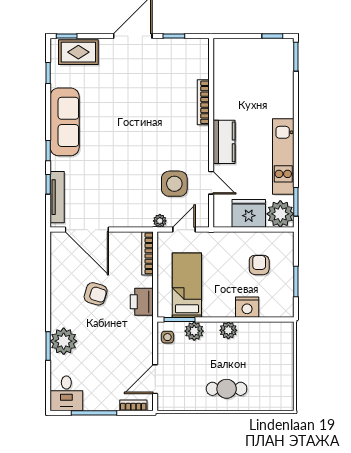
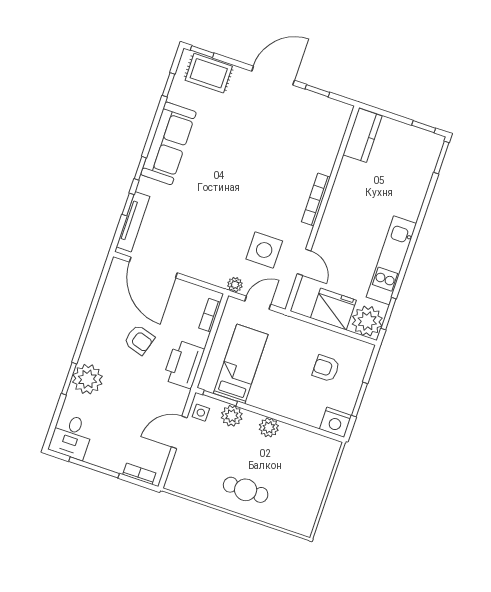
bookcase: (203, 102) -> (316, 199), moved
kitchen counter: (224, 142) -> (363, 135), moved
bookcase: (147, 253) -> (210, 315), width x0.64
armchair: (259, 265) -> (326, 368), turned -90
printer: (142, 302) -> (184, 364), width x1.37, depth x1.19
nightstand: (247, 307) -> (336, 422), moved
door: (155, 379) -> (179, 432), moved

